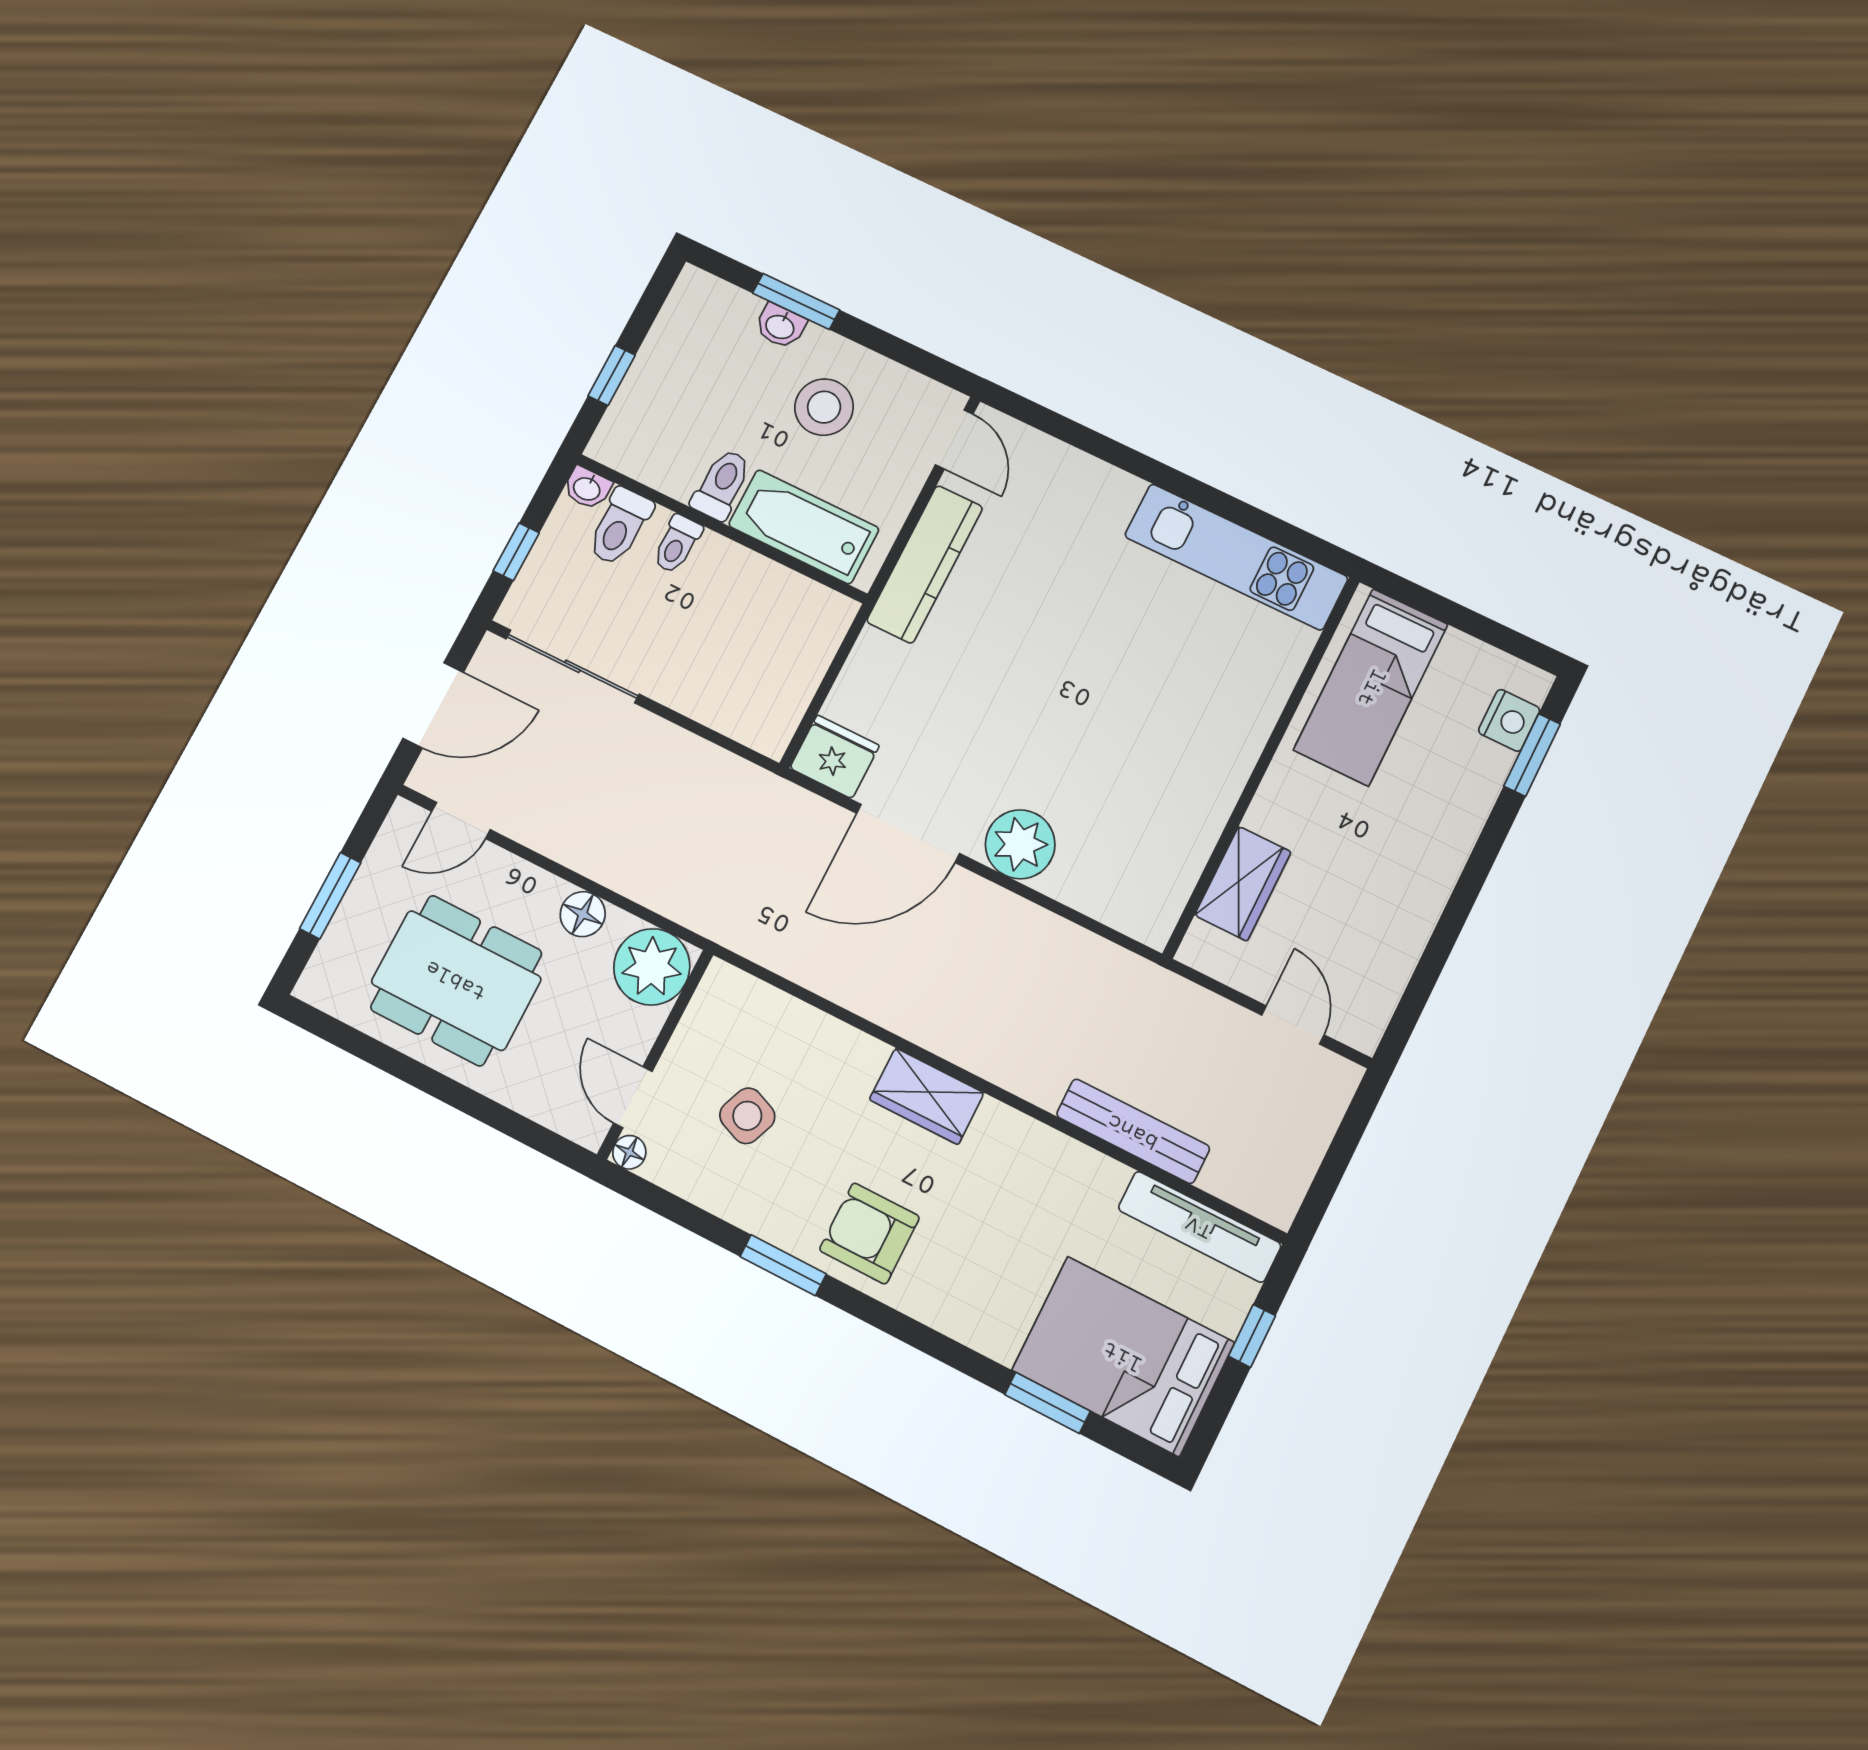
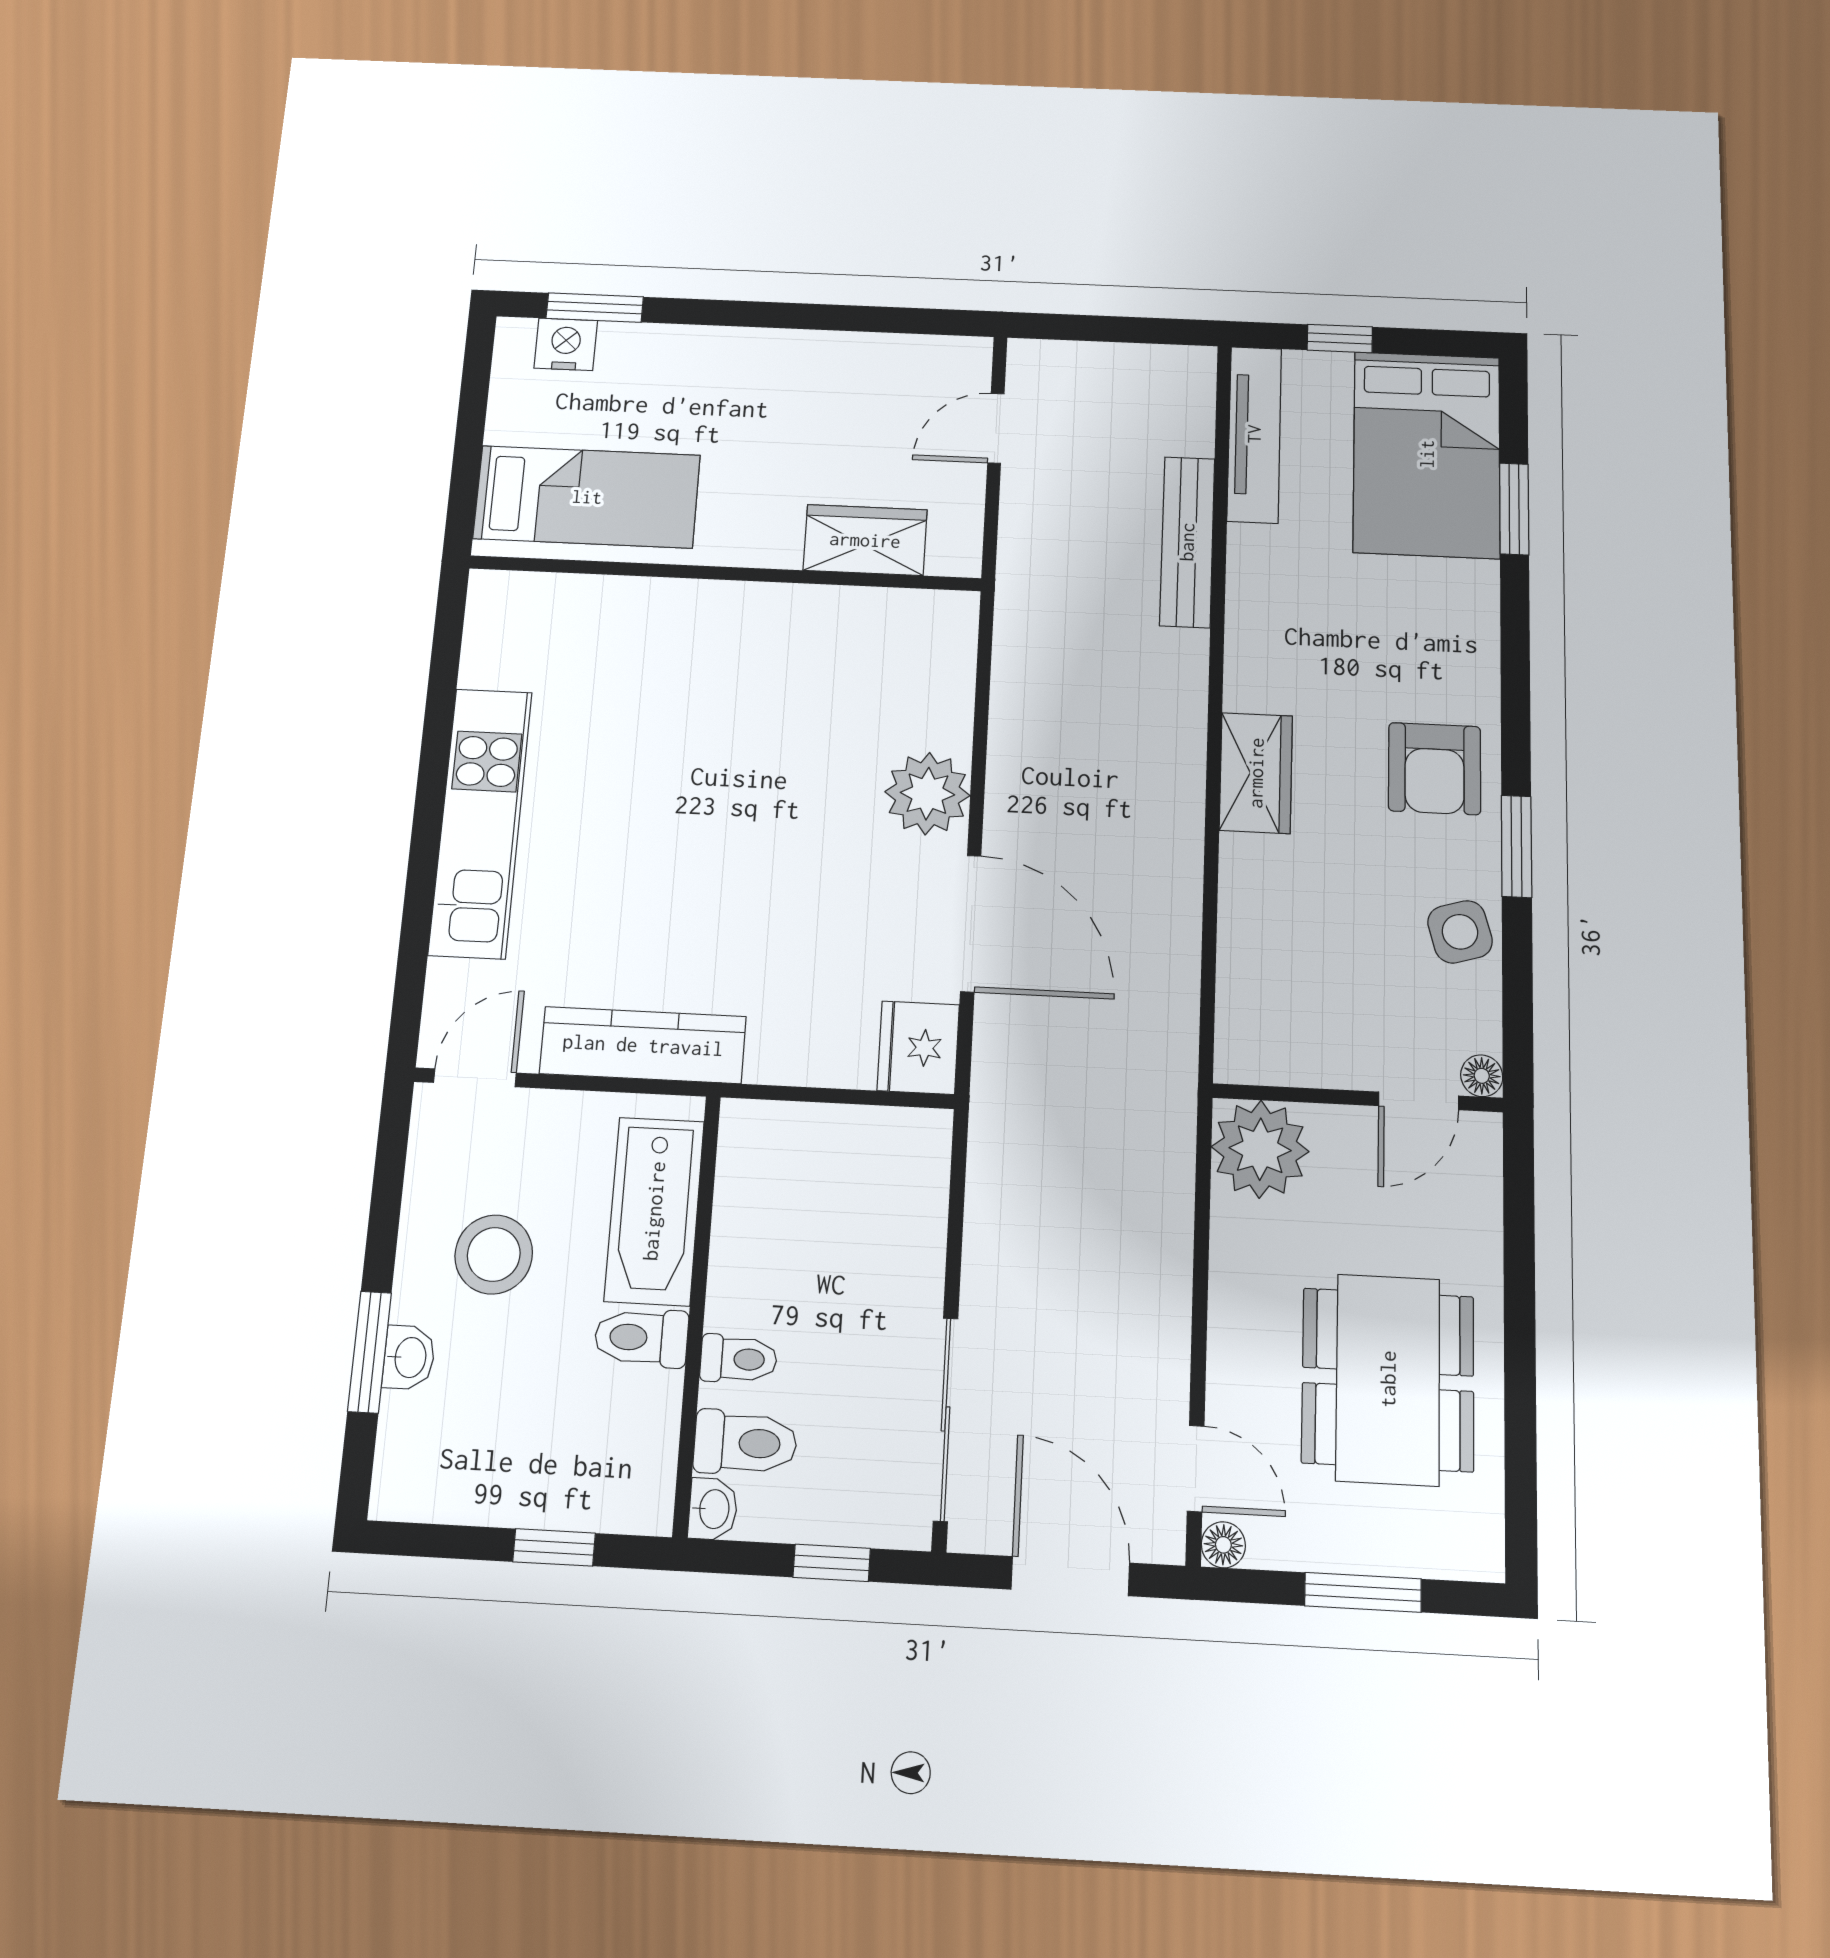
kitchen unit: (1236, 557) -> (481, 822), moved
floor lamp: (583, 914) -> (1223, 1545), moved, width x0.73, depth x0.73
side table: (747, 1116) -> (1460, 932), moved, turned -38

